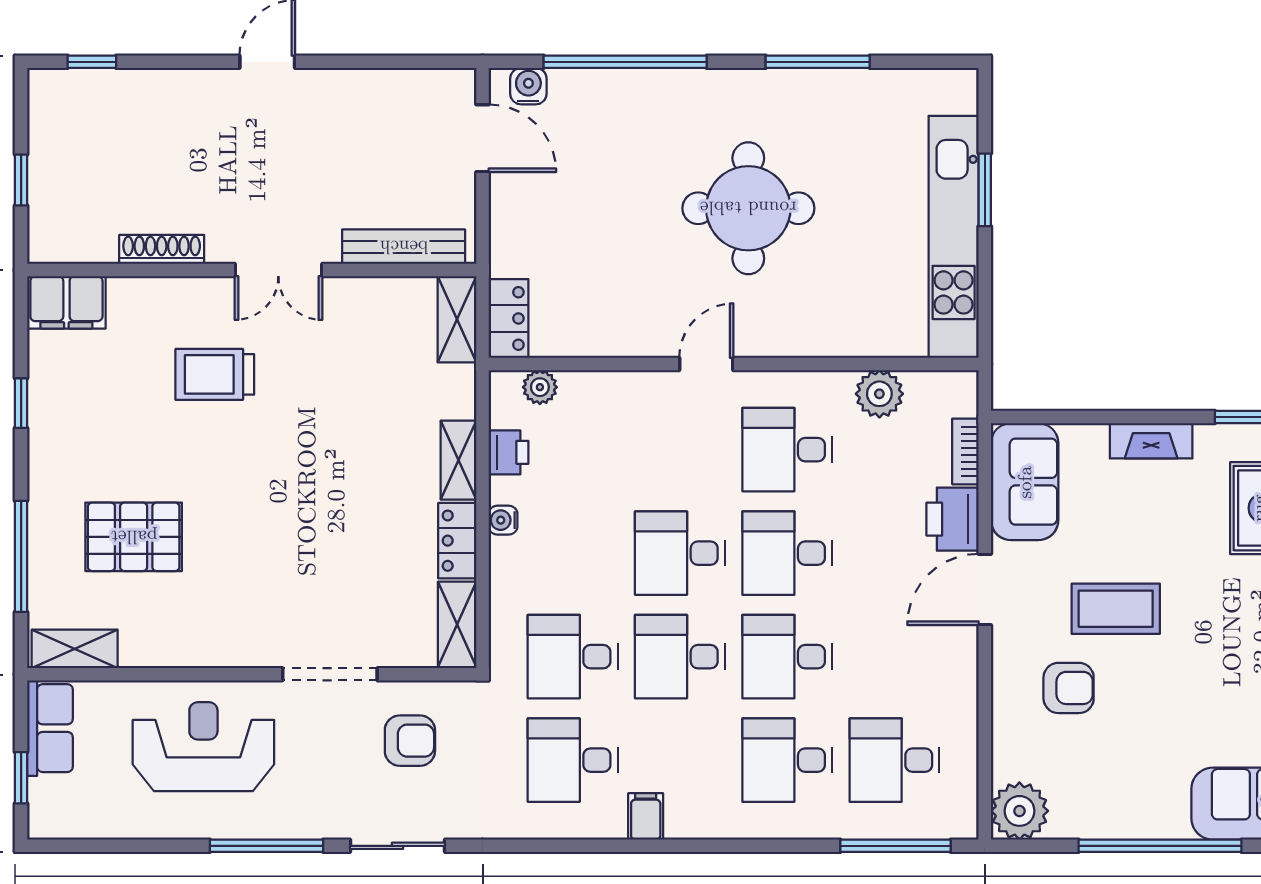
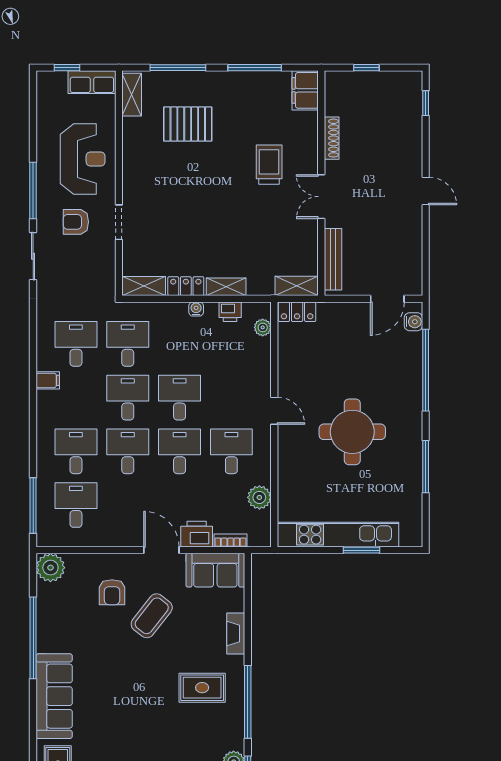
window: (21, 403) -> (255, 68), width x2.17
pallet: (134, 537) -> (188, 124), turned 90
coffee table: (1116, 609) -> (152, 616), turned 38
doorway: (330, 674) -> (119, 222), width x0.73
armchair: (410, 741) -> (76, 222), moved, turned 90

